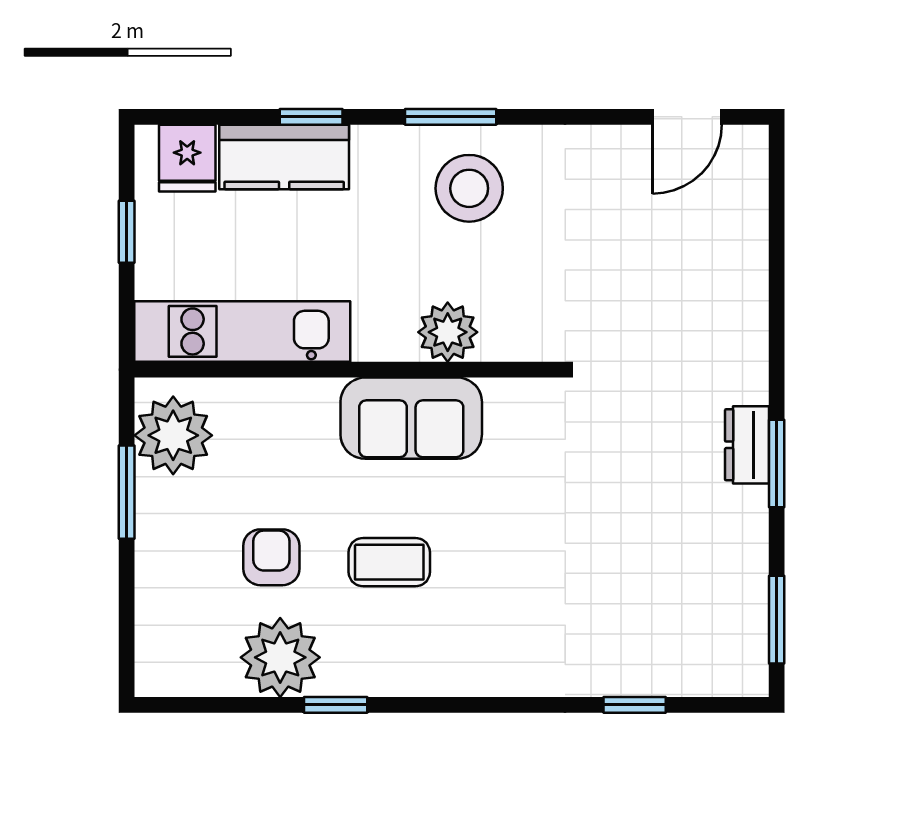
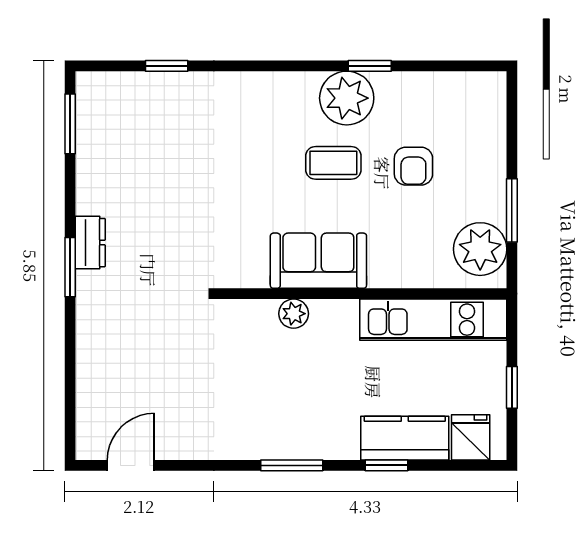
stool: (469, 188) -> (279, 417), removed
plant: (448, 332) -> (294, 314), width x0.73, depth x0.73
window: (777, 464) -> (70, 267), moved
plant: (280, 657) -> (347, 98), moved

